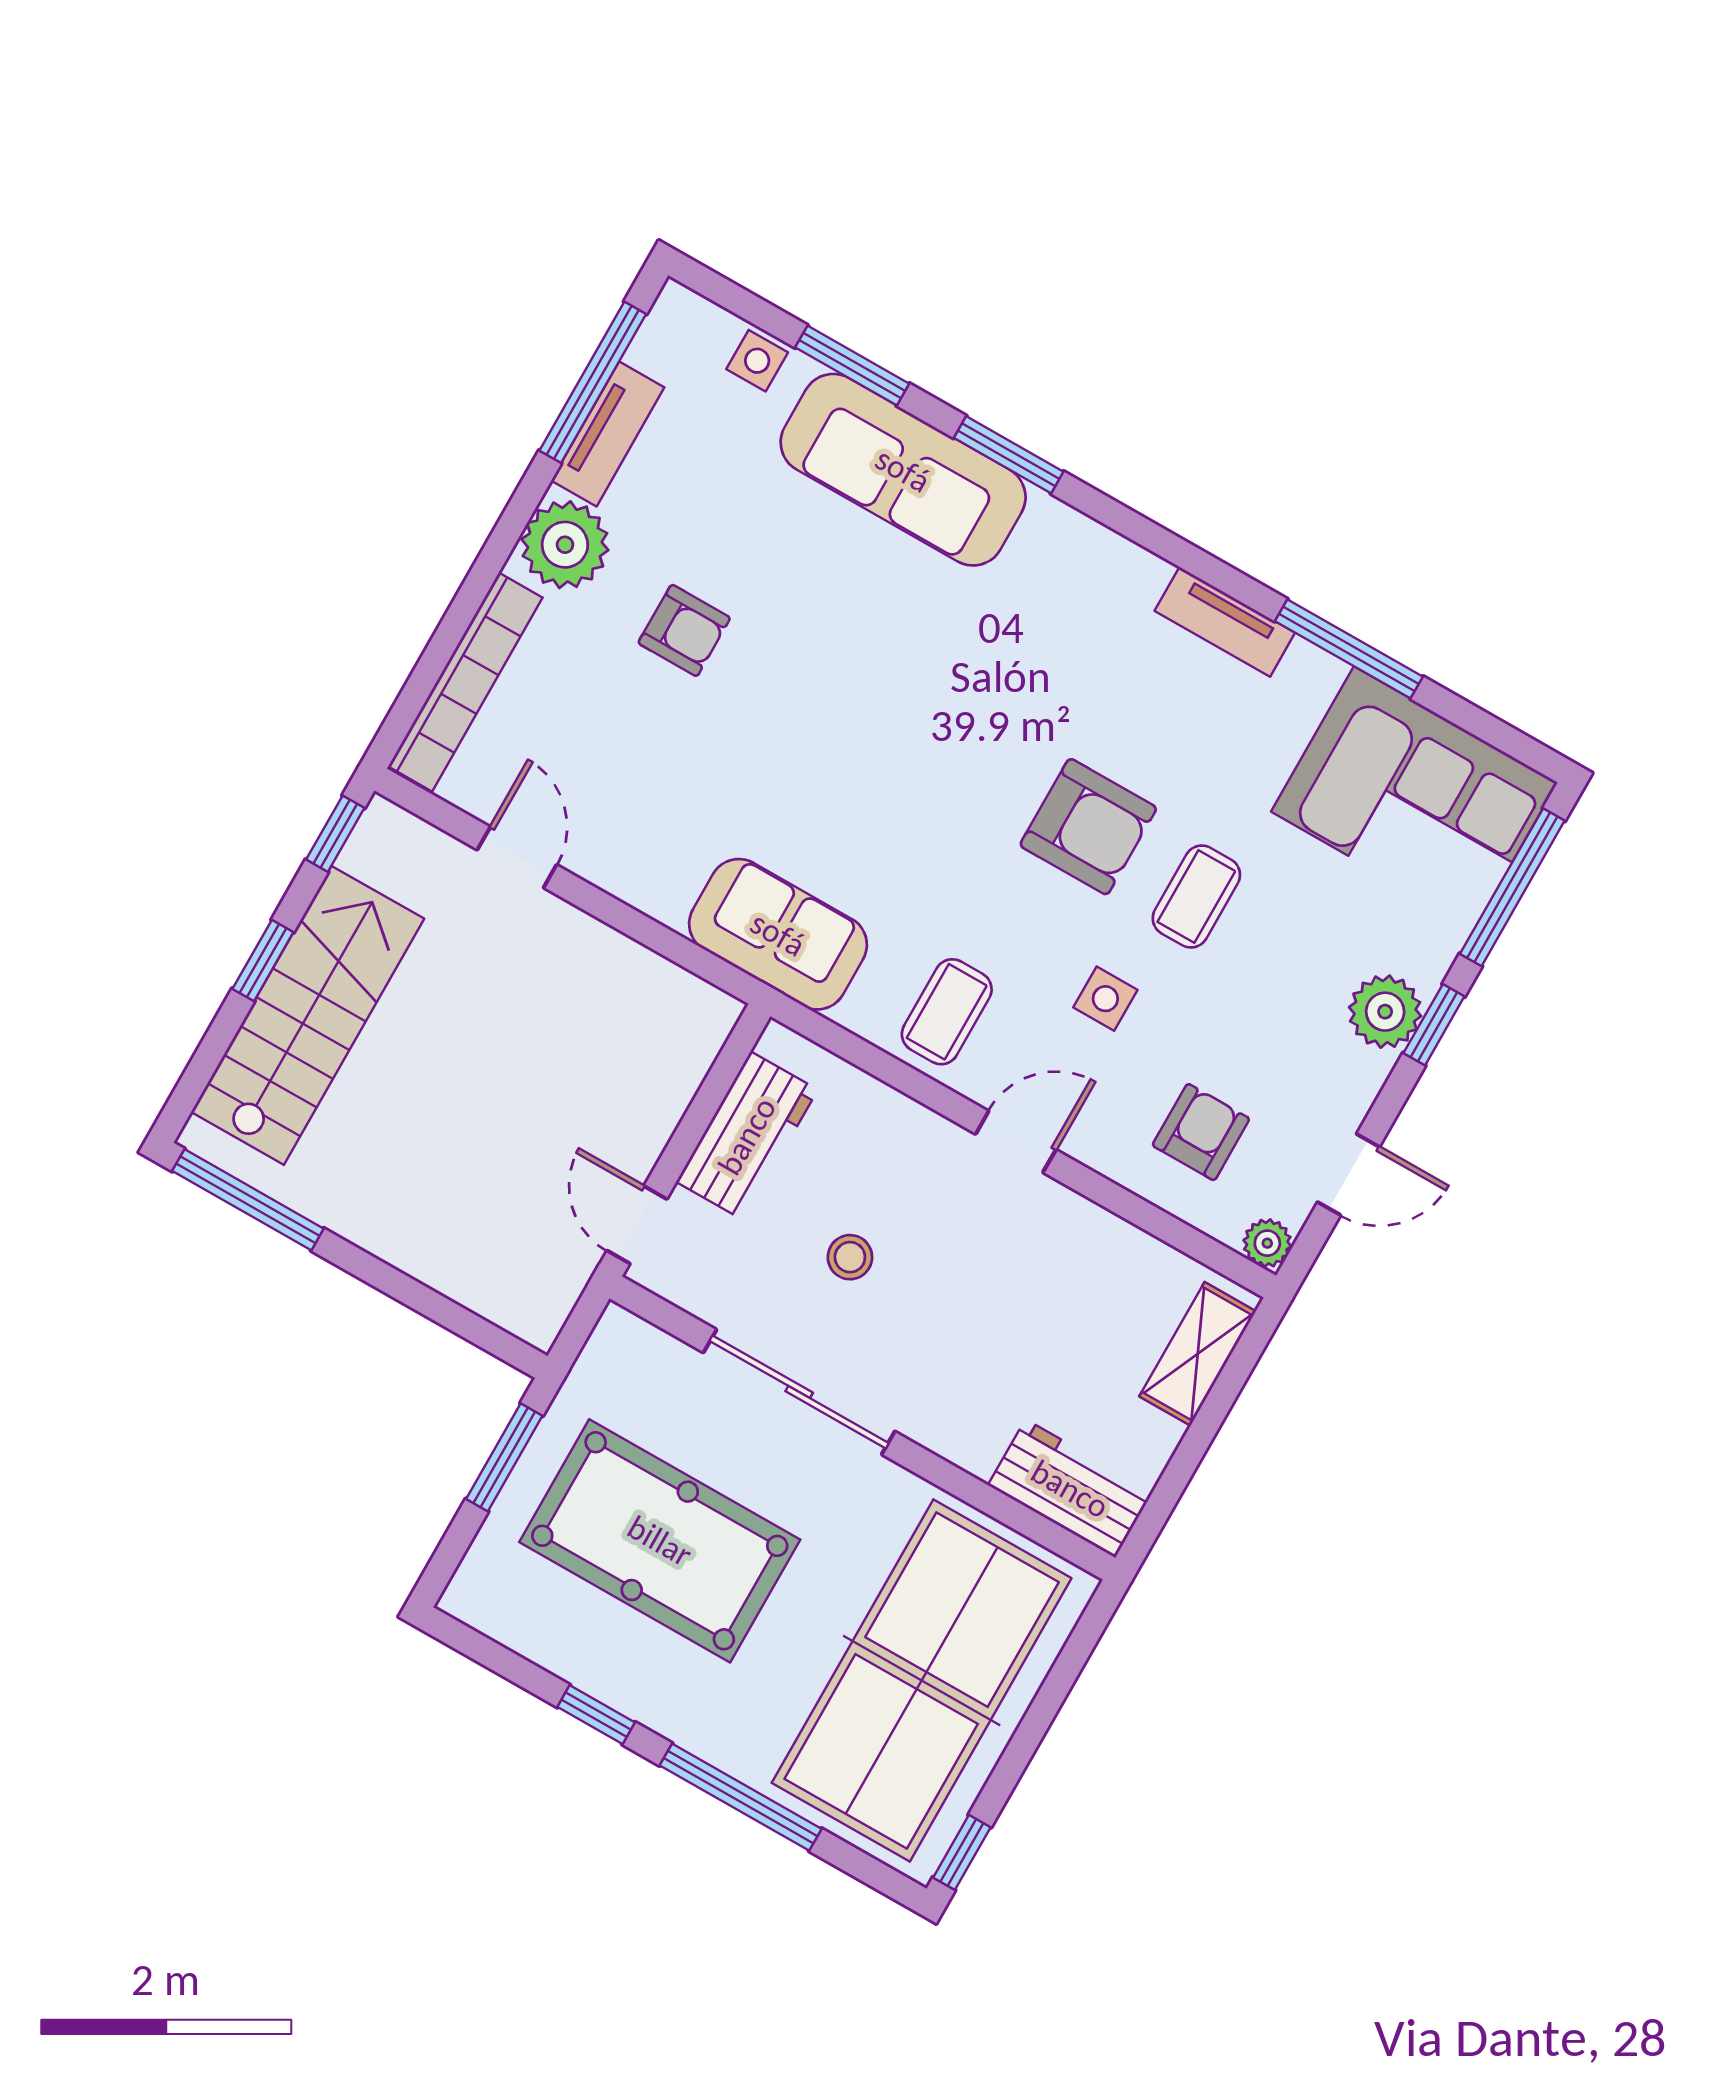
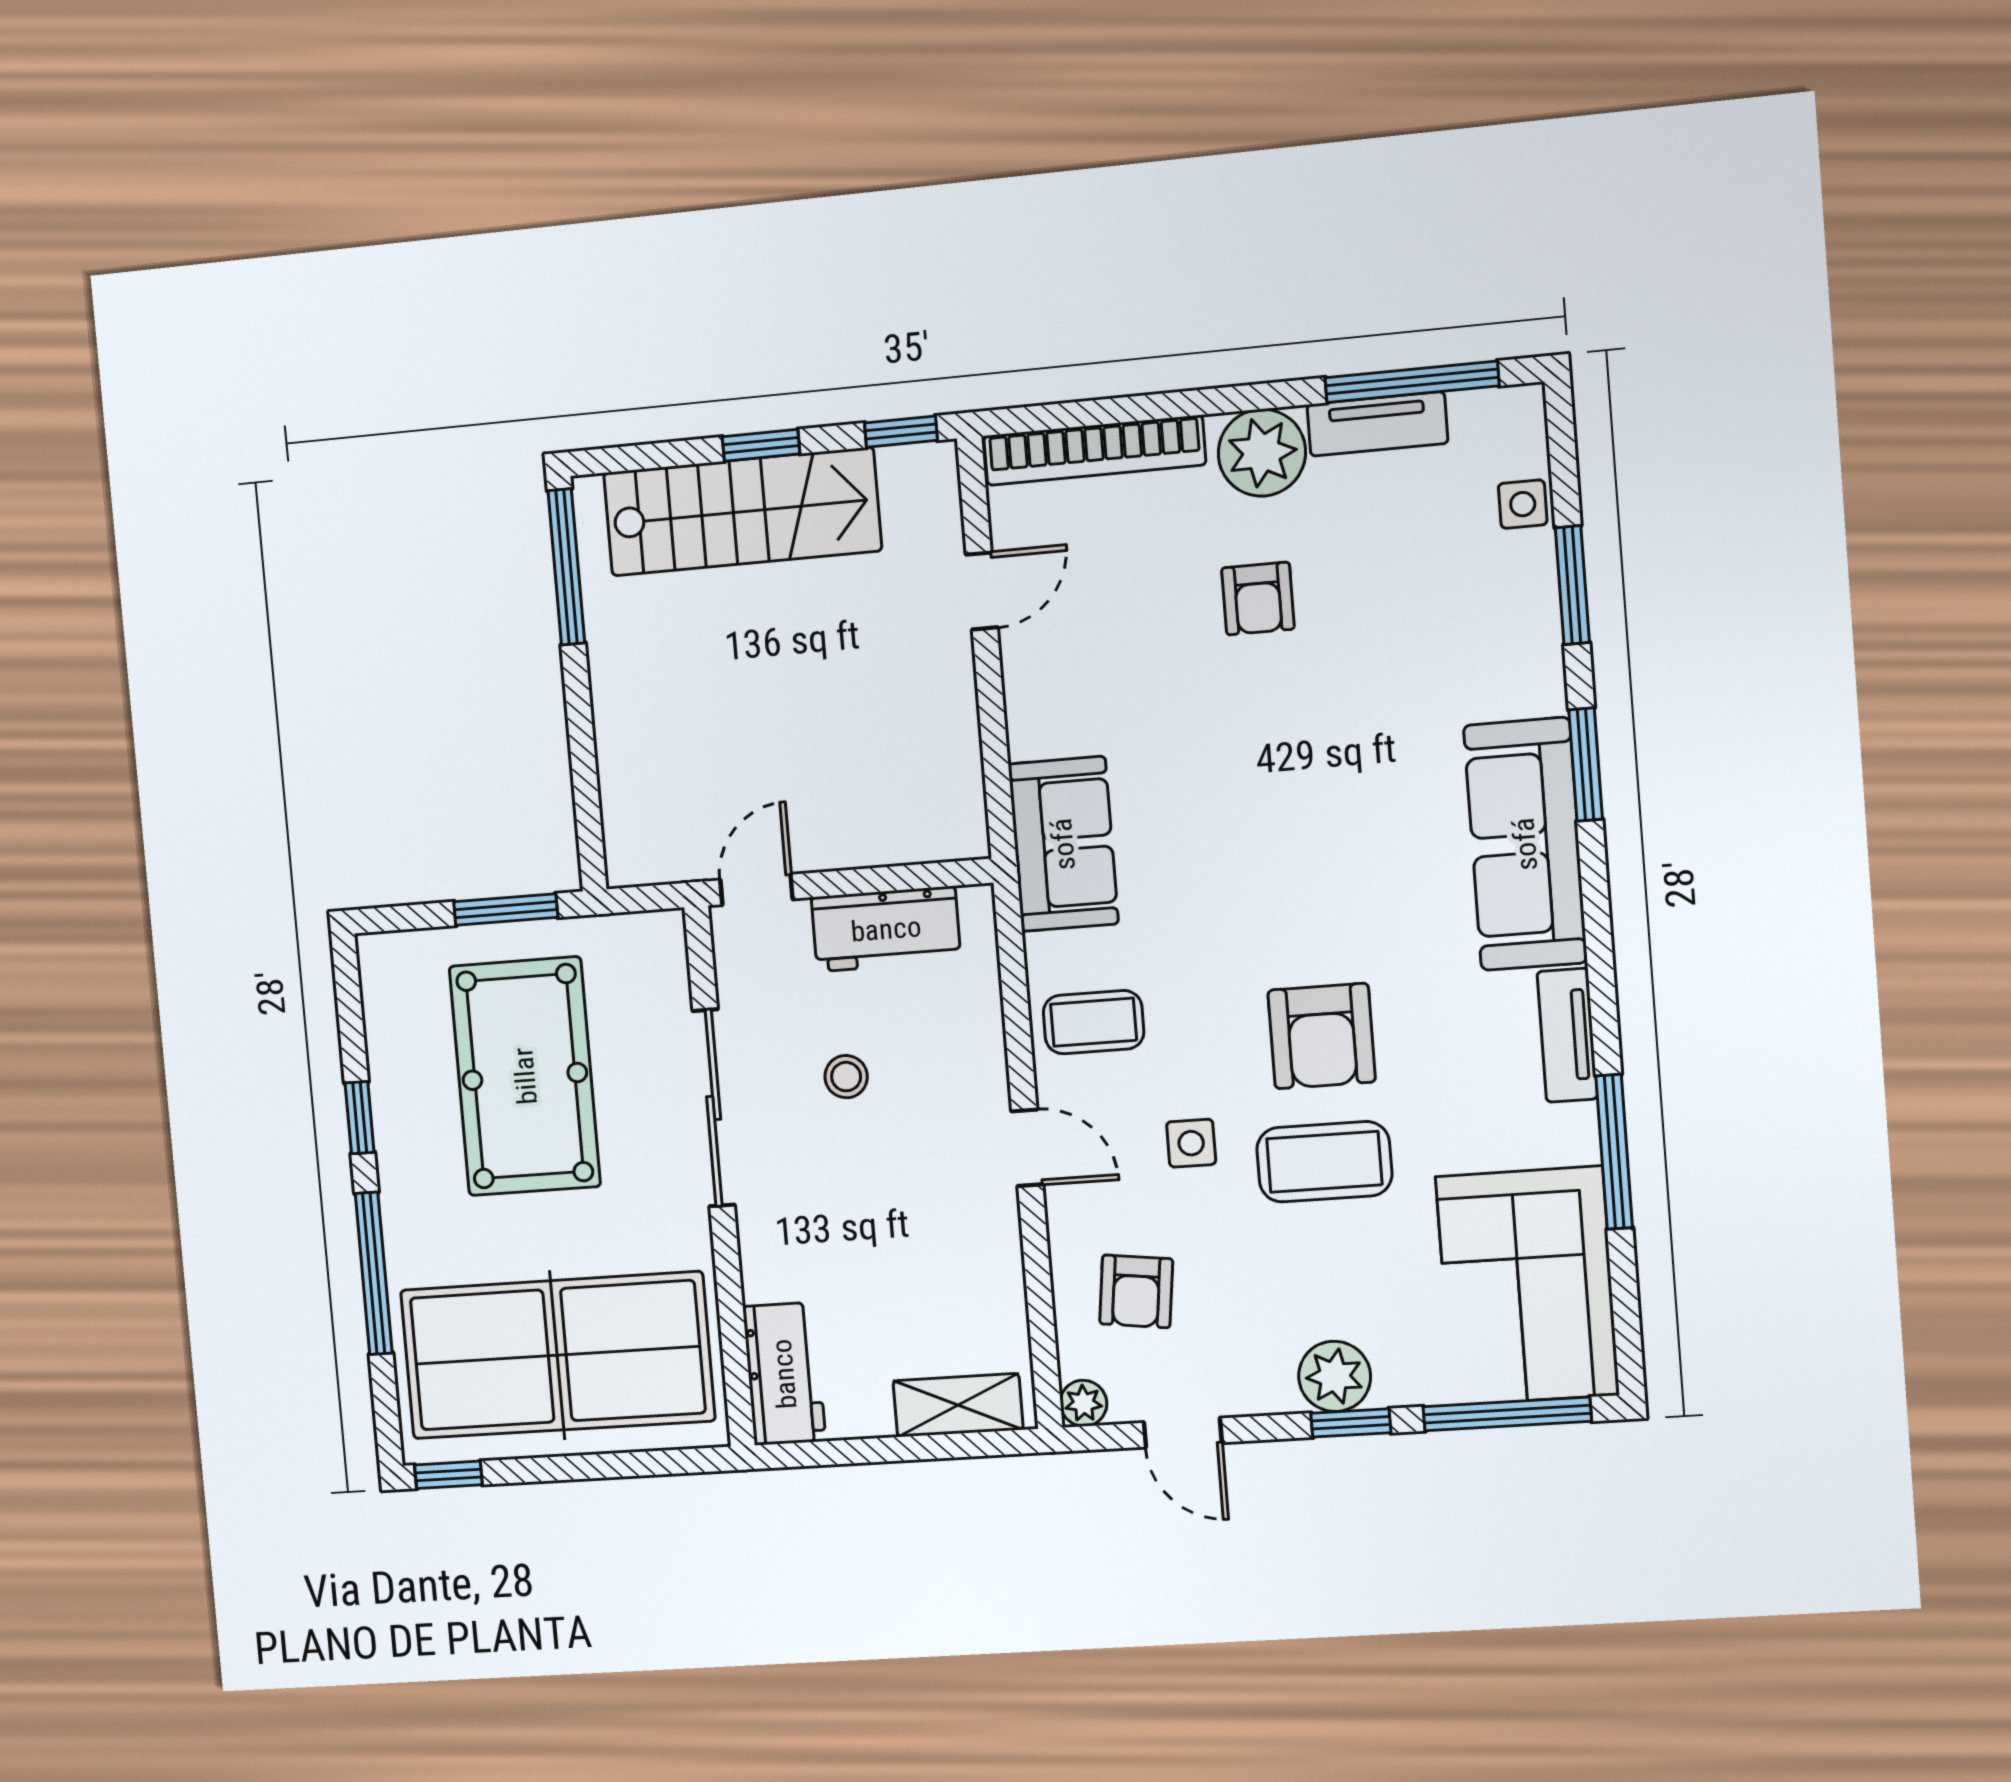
sofa: (903, 470) -> (1525, 844), moved
coffee table: (1196, 897) -> (1324, 1162), width x1.36, depth x1.30
armchair: (1201, 1132) -> (1136, 1291), turned 97

